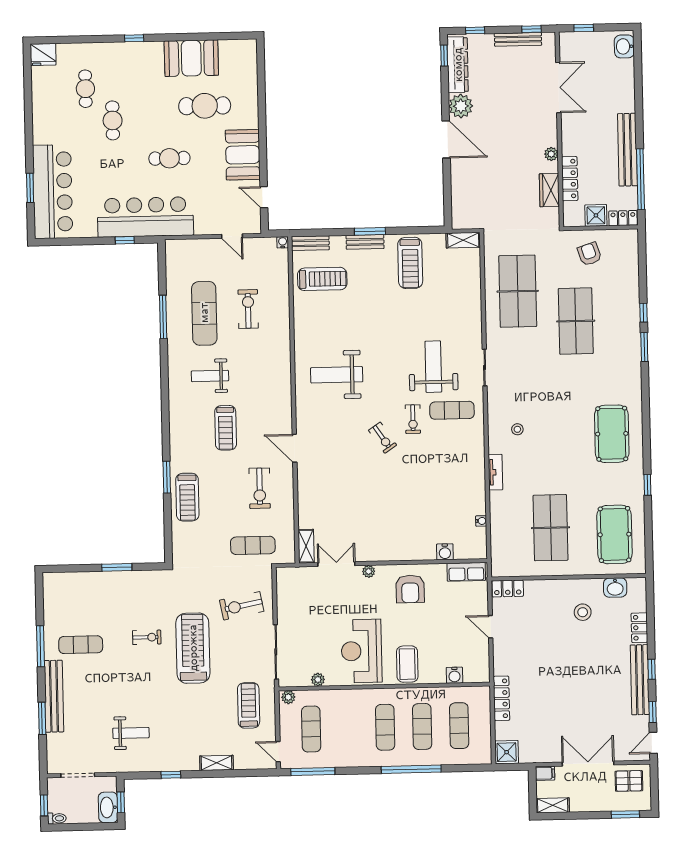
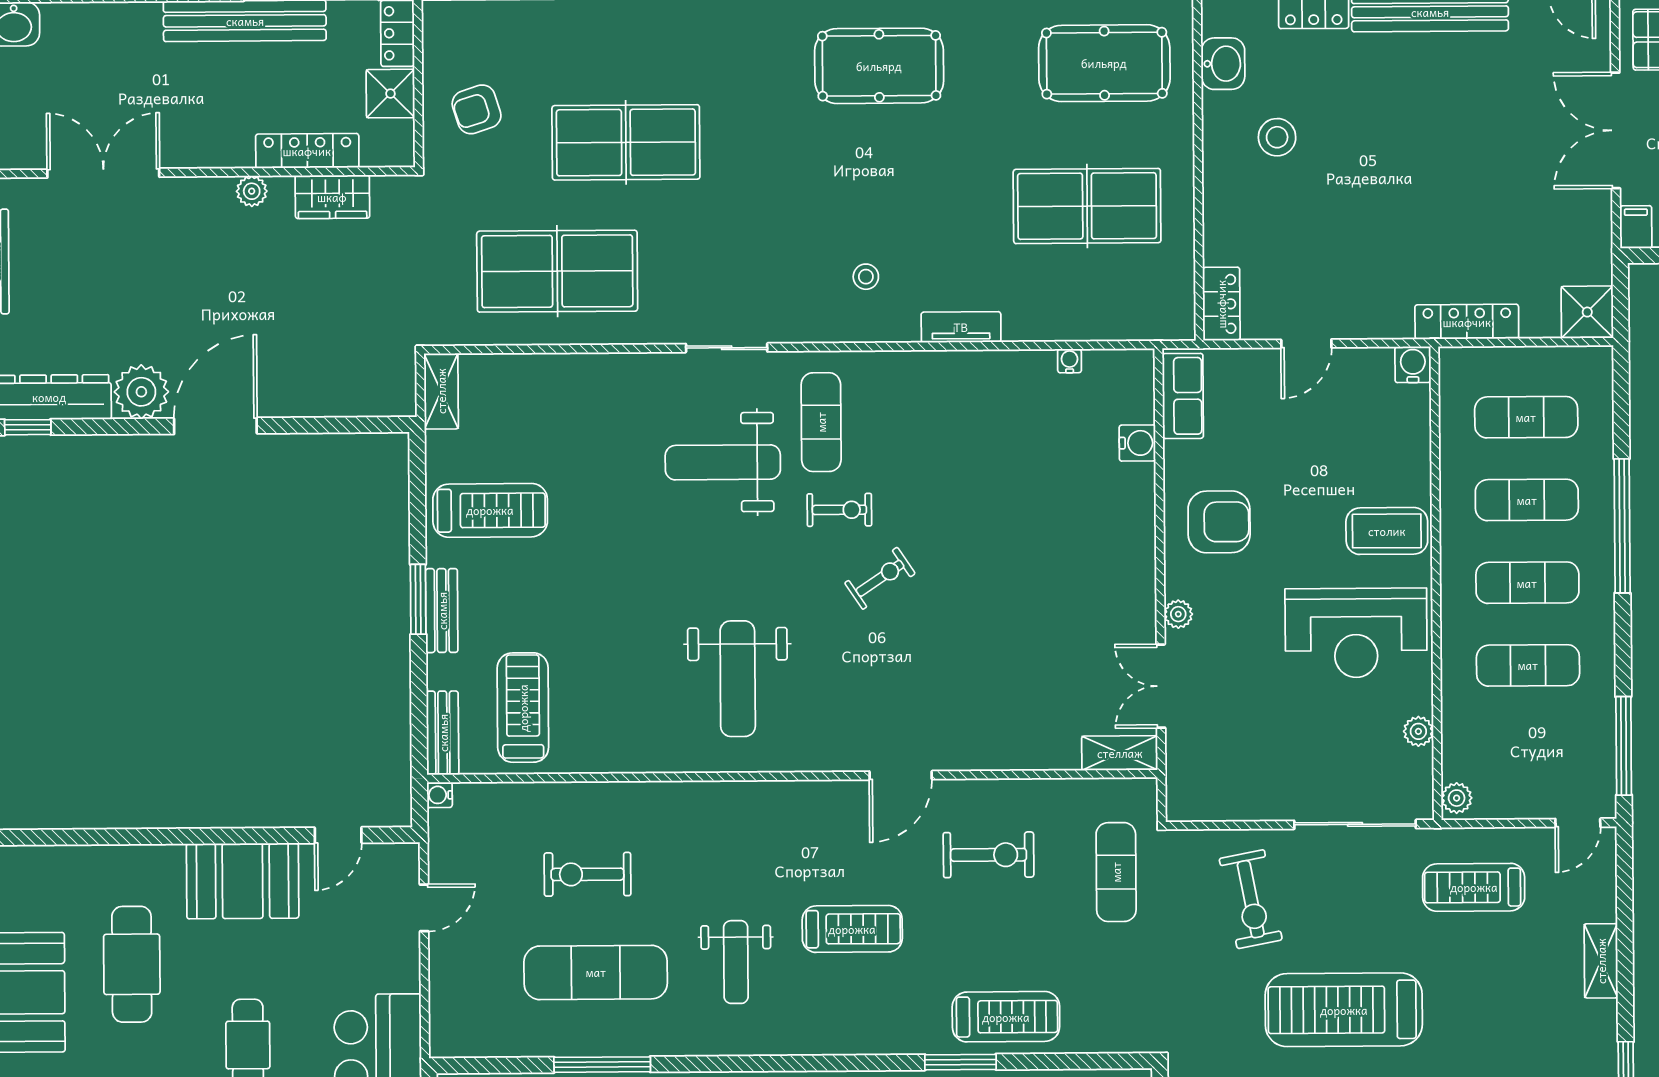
water cooler: (454, 675) -> (1413, 365), moved, turned -90
exercise mat: (311, 729) -> (1528, 665), moved

